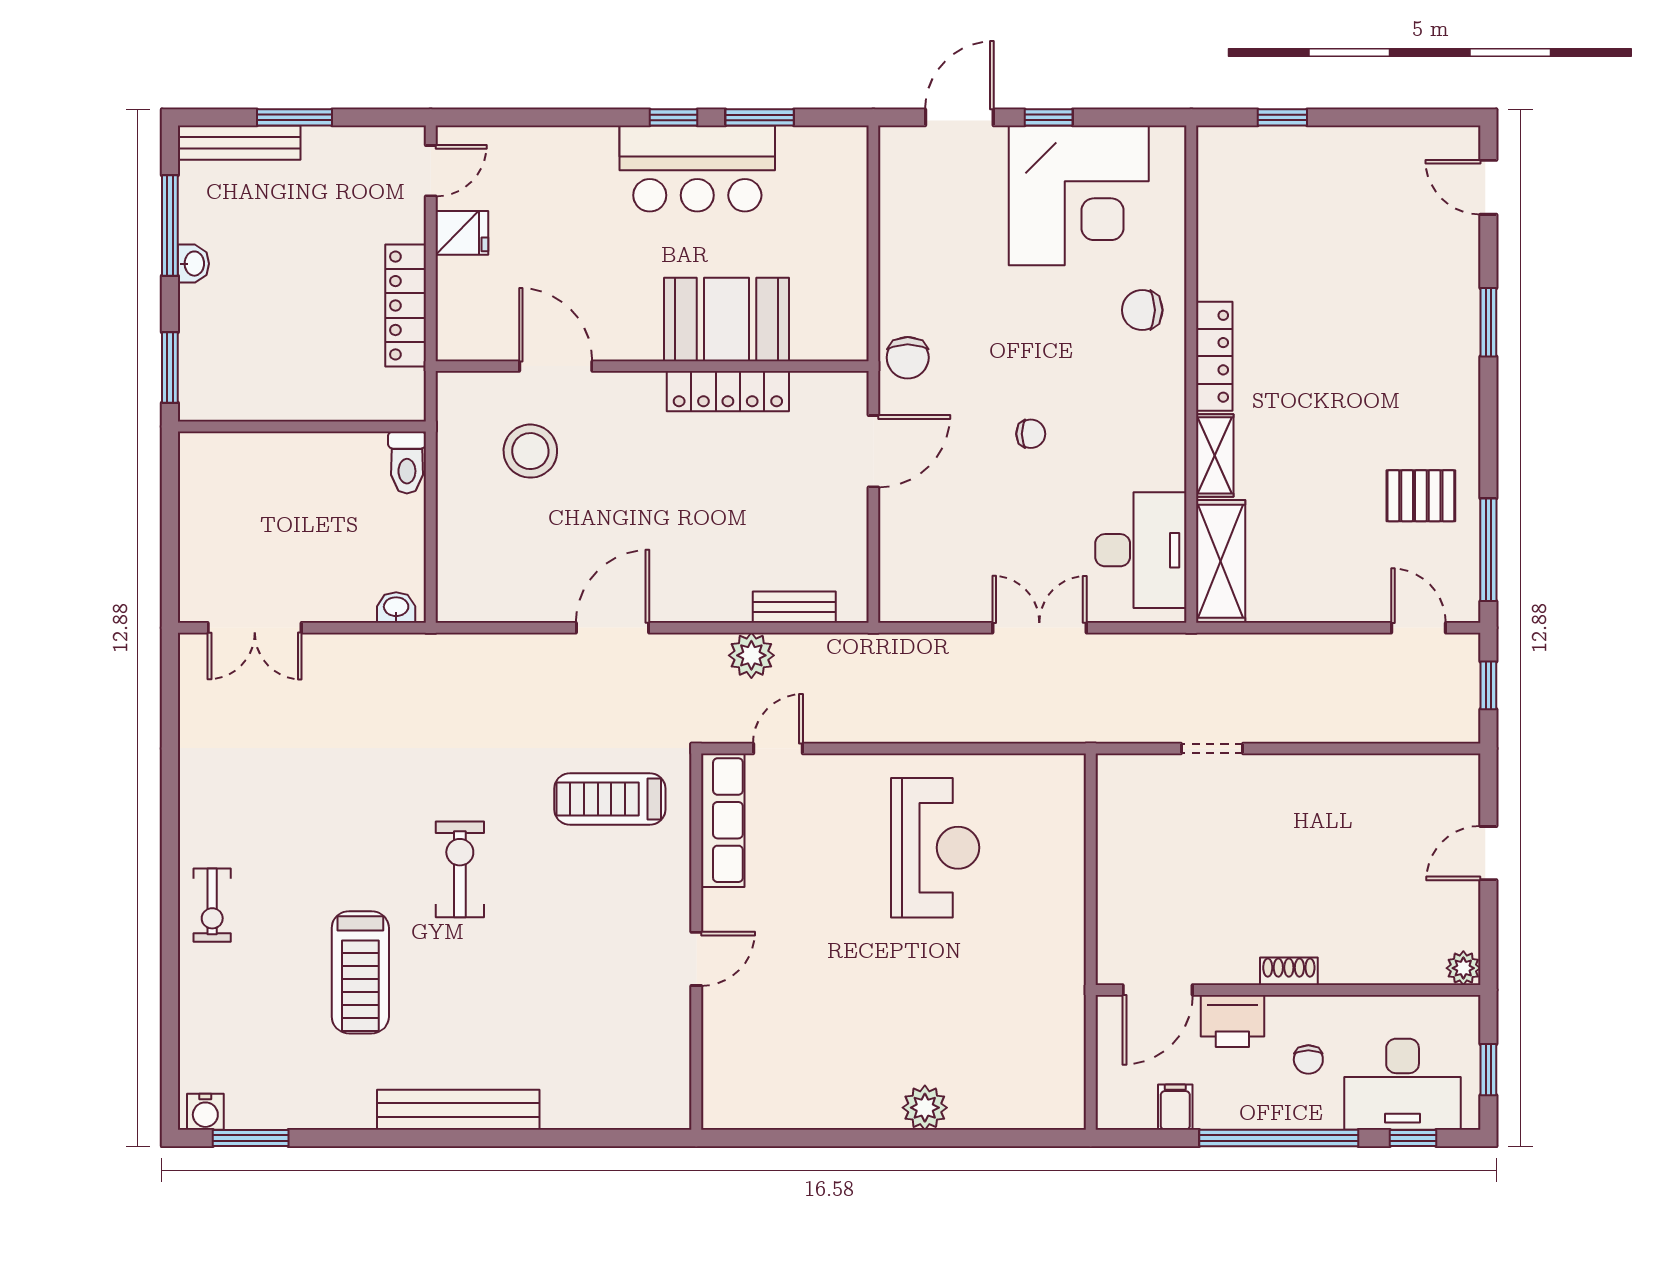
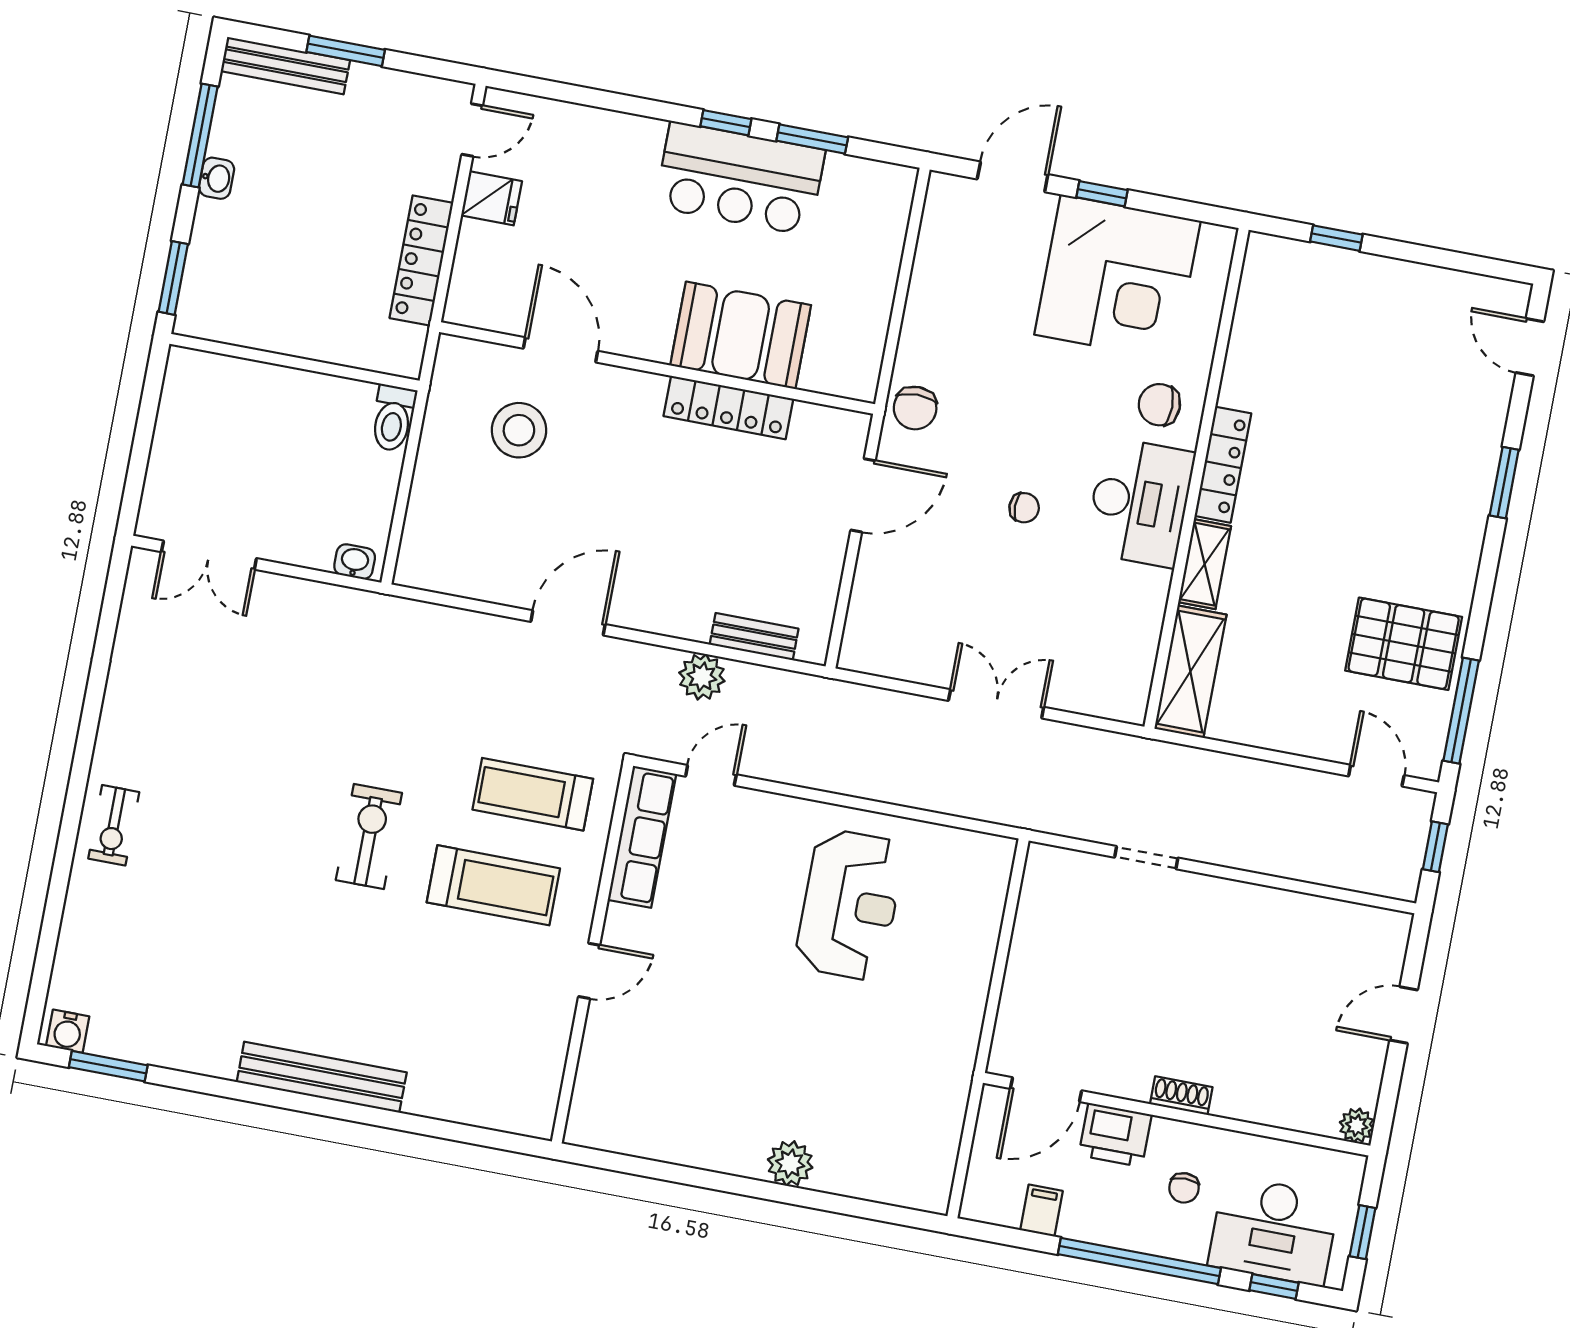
pallet: (1421, 496) -> (1404, 644), width x1.50, depth x1.42
desk: (1141, 550) -> (1140, 502), moved
treadmill: (360, 972) -> (493, 885), moved, turned -90

